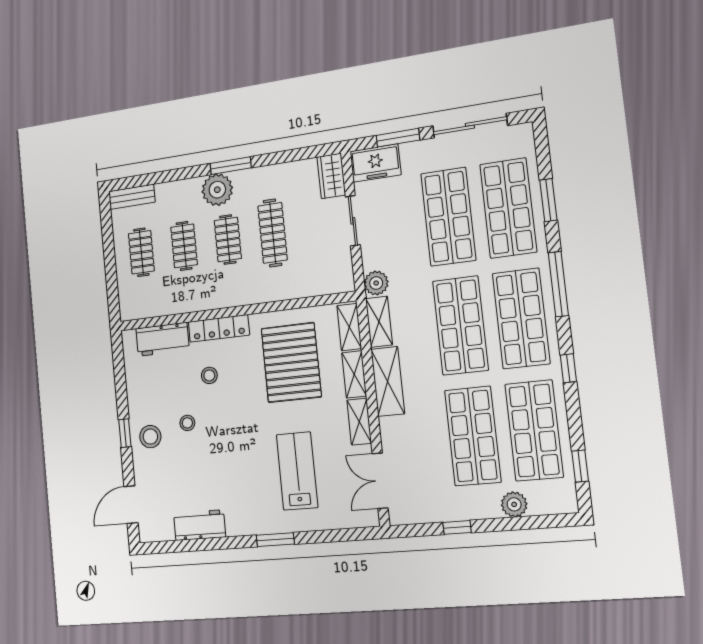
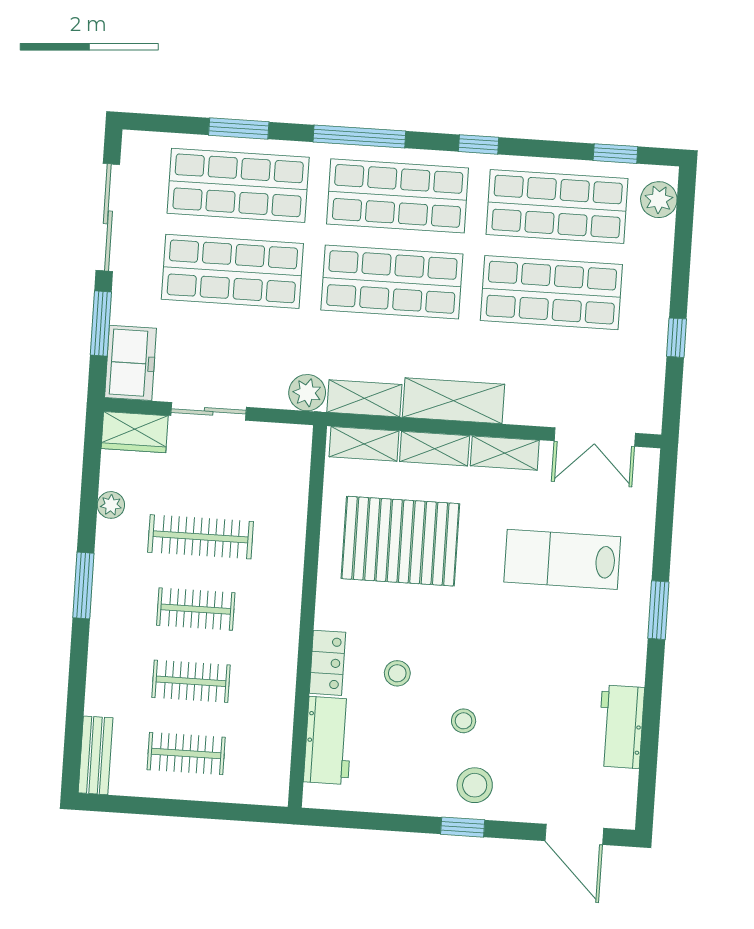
plant: (217, 190) -> (111, 505), moved, width x0.53, depth x0.53
locker: (219, 328) -> (327, 663), width x0.66
plant: (514, 504) -> (659, 200), moved

